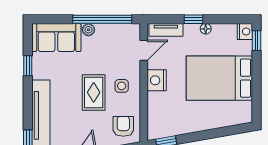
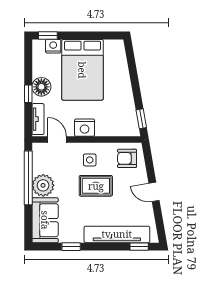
floor lamp: (206, 29) -> (41, 87), width x1.89, depth x1.89
plant: (88, 30) -> (43, 185), width x1.88, depth x1.88
nightstand: (245, 32) -> (53, 46), moved

